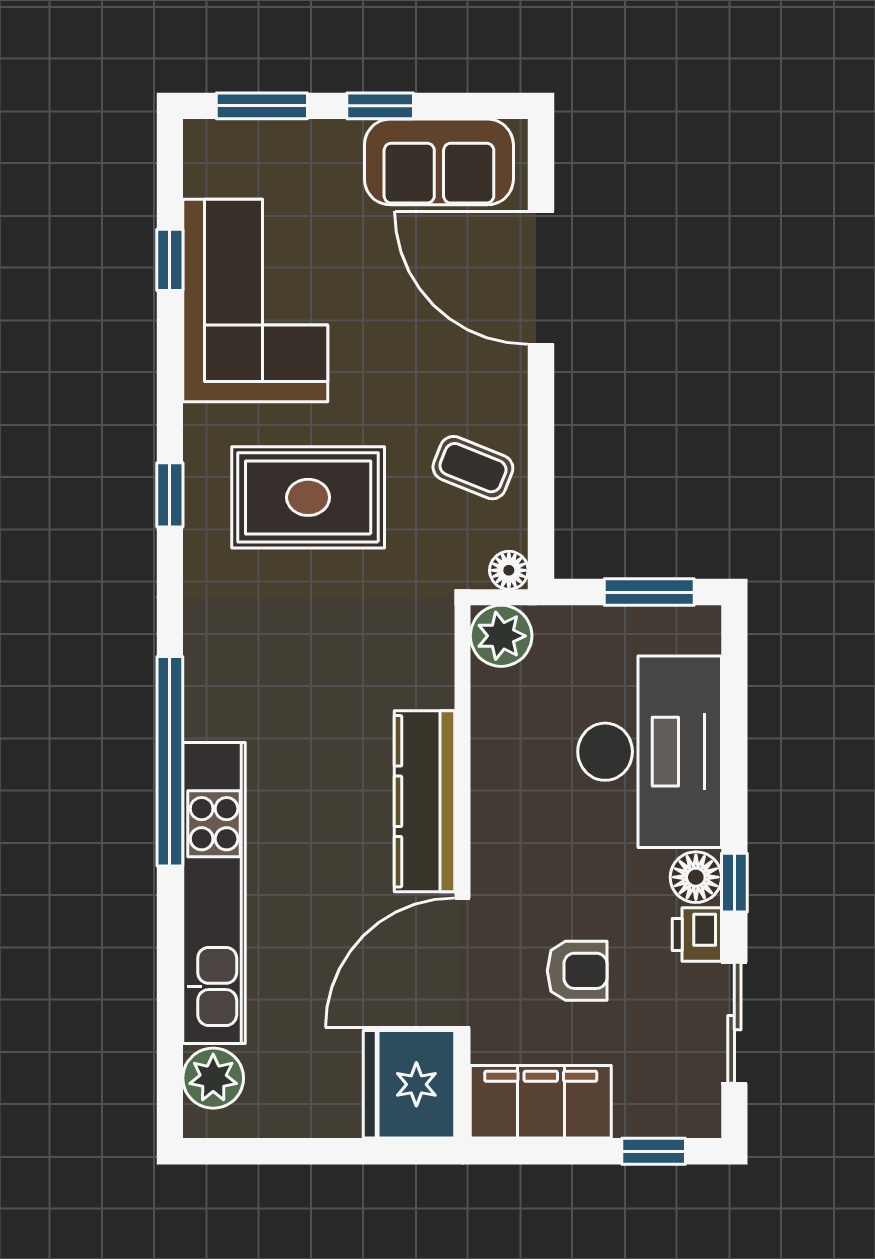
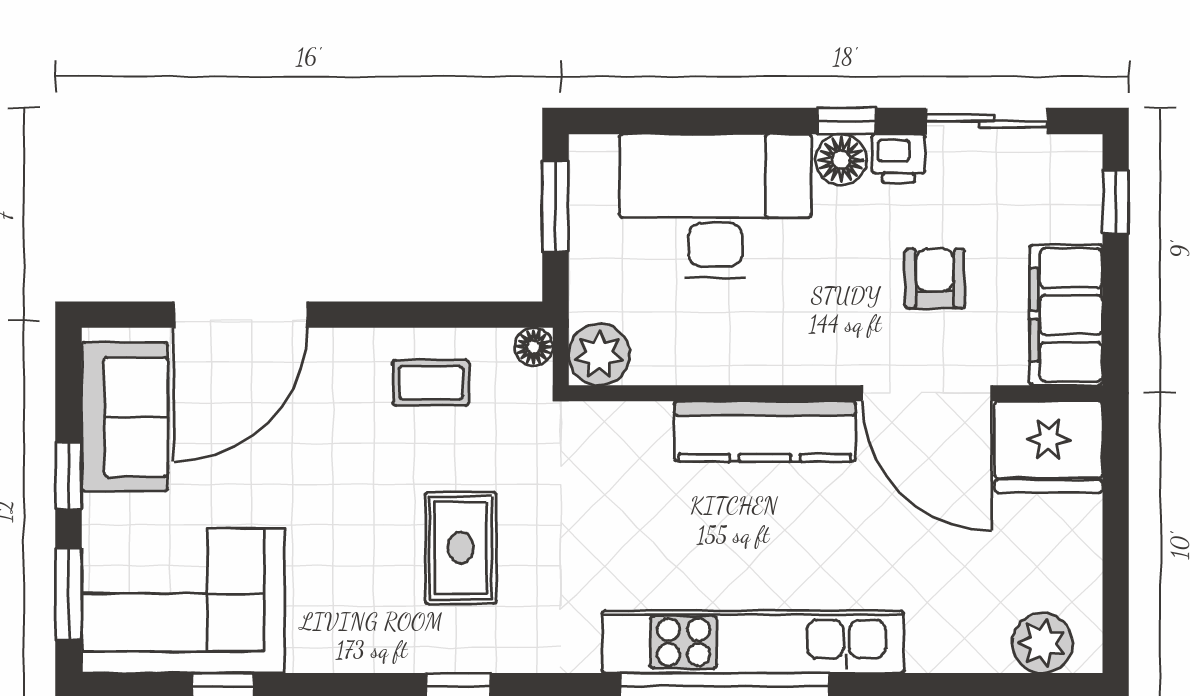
corner sofa: (255, 301) -> (183, 601), moved
coffee table: (473, 468) -> (431, 383), turned 68
rug: (308, 497) -> (461, 548), width x0.73, depth x0.70
kitchen unit: (214, 893) -> (753, 642), moved

